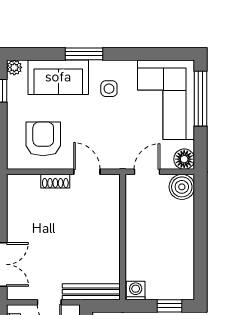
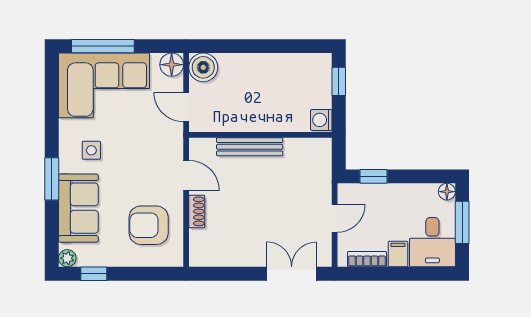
door: (87, 172) -> (186, 176), swing flipped
bench: (91, 292) -> (250, 147), moved, turned 90

